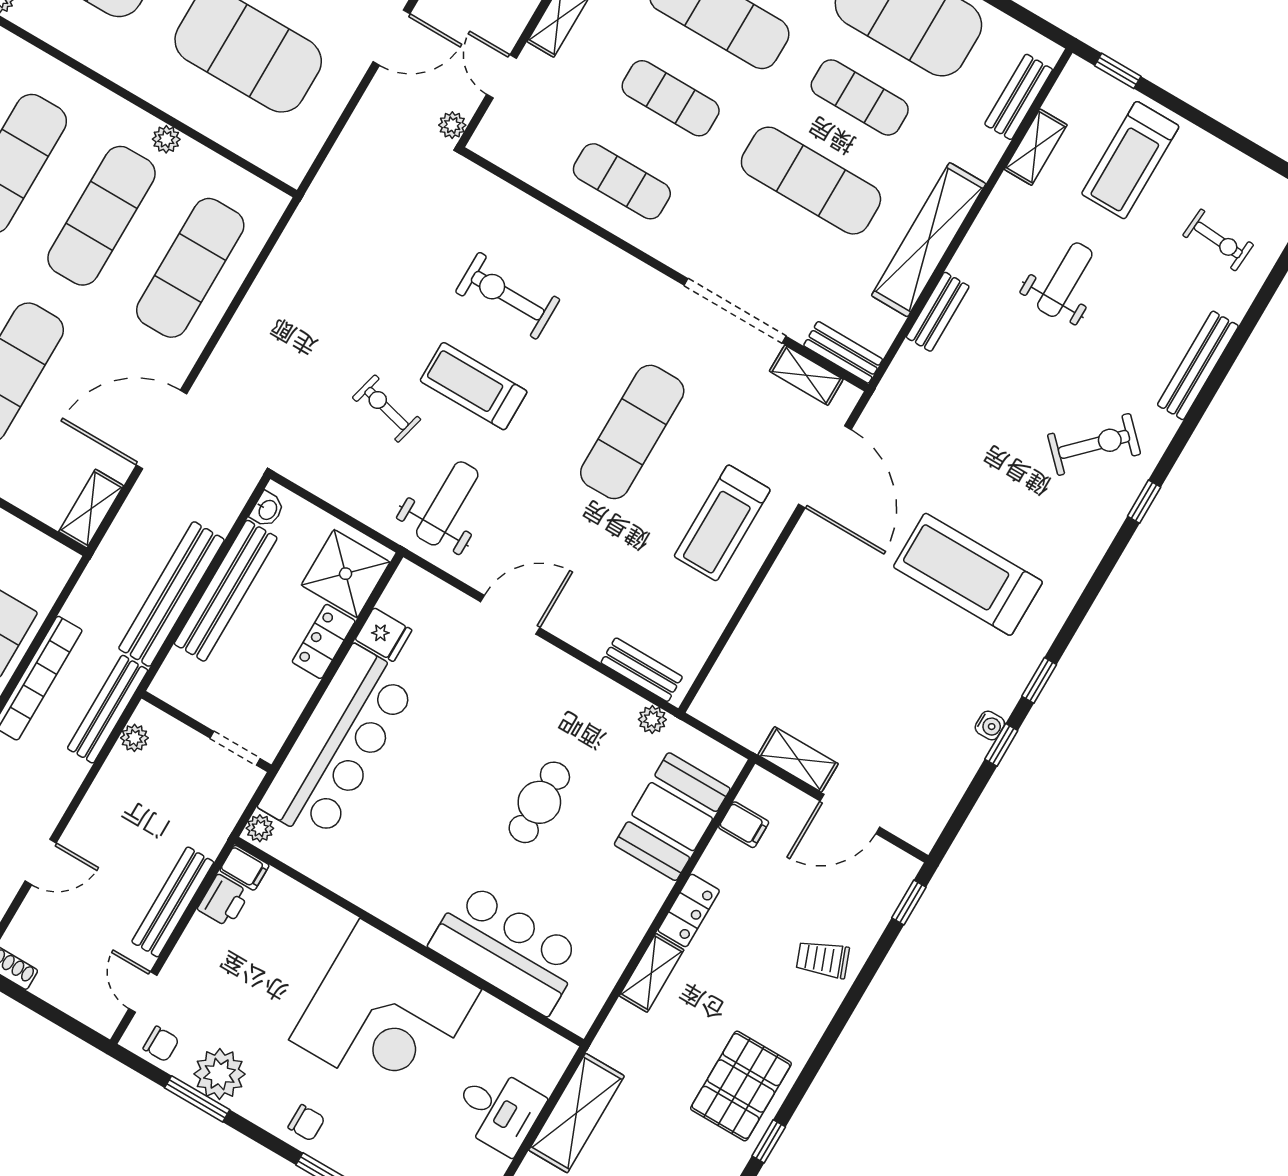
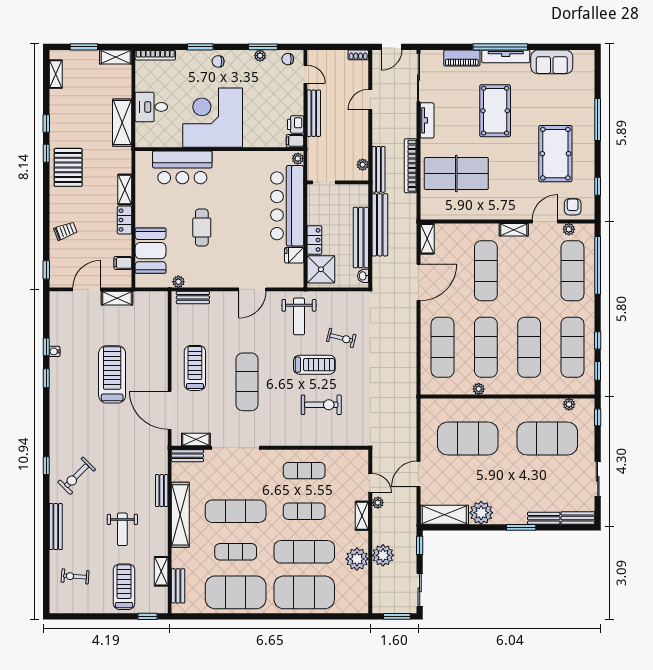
plant: (452, 125) -> (378, 503), moved
treadmill: (968, 574) -> (112, 374), moved, turned -90
plant: (220, 1074) -> (260, 56), width x0.53, depth x0.53

